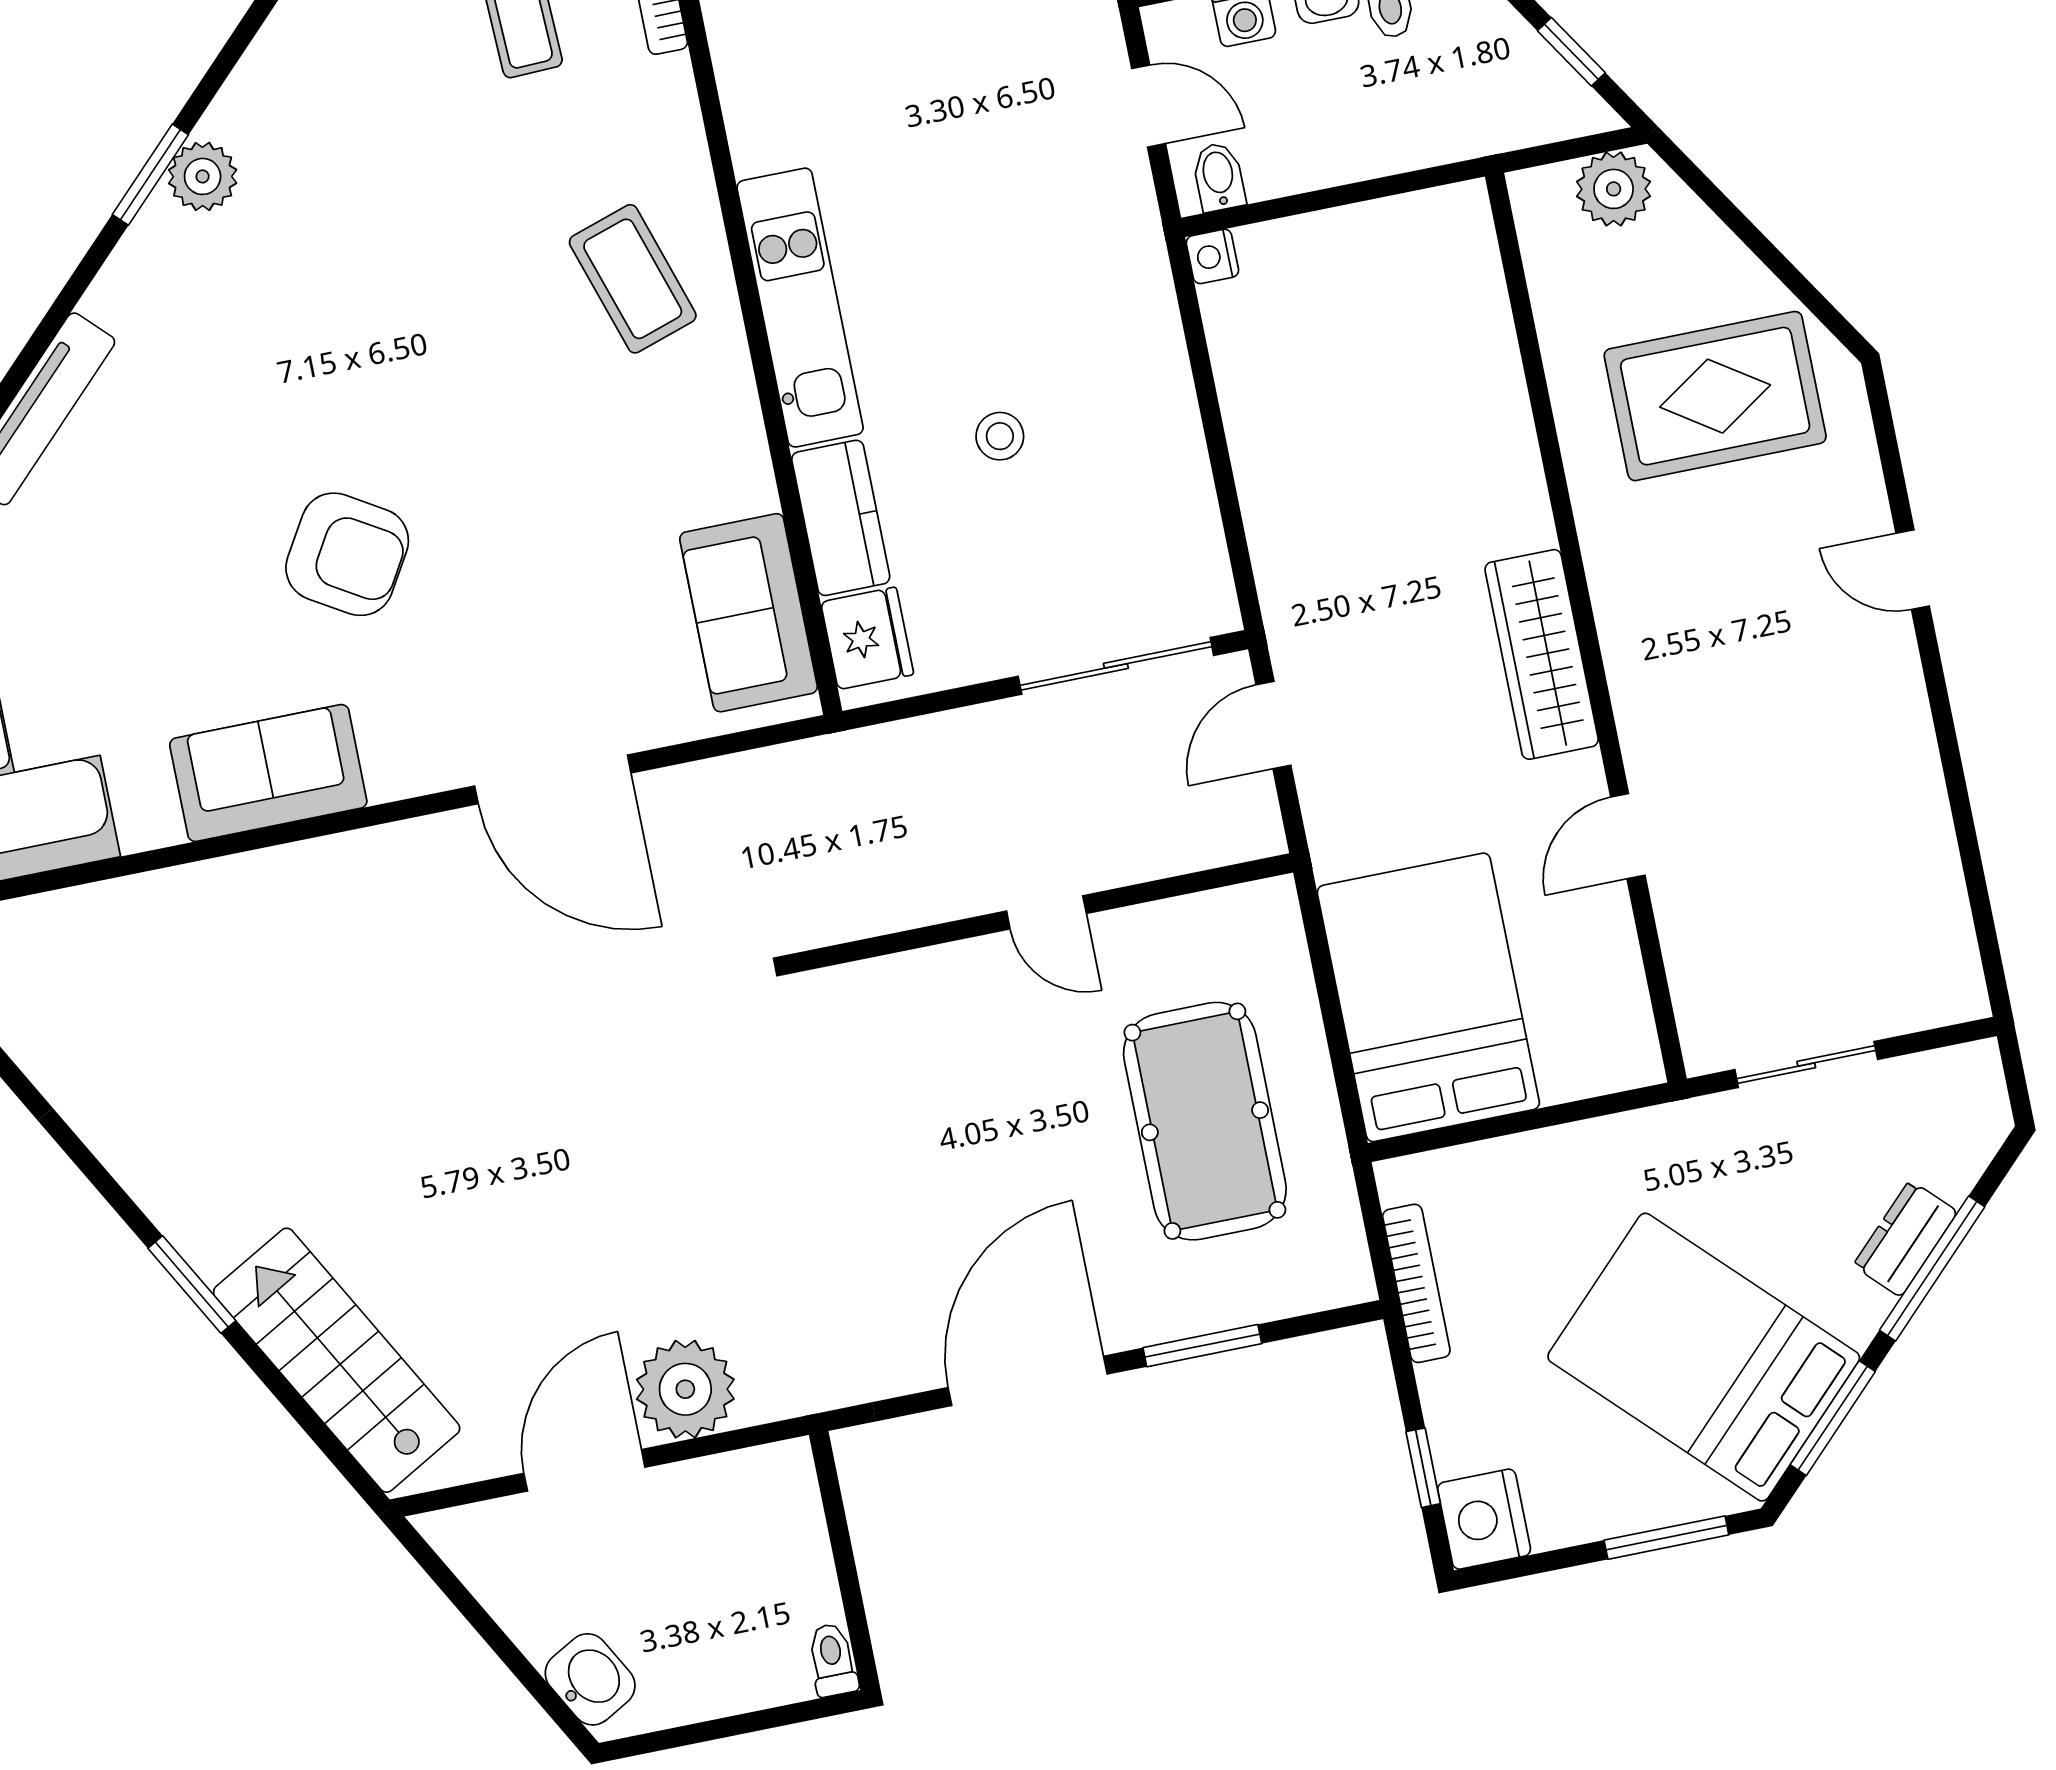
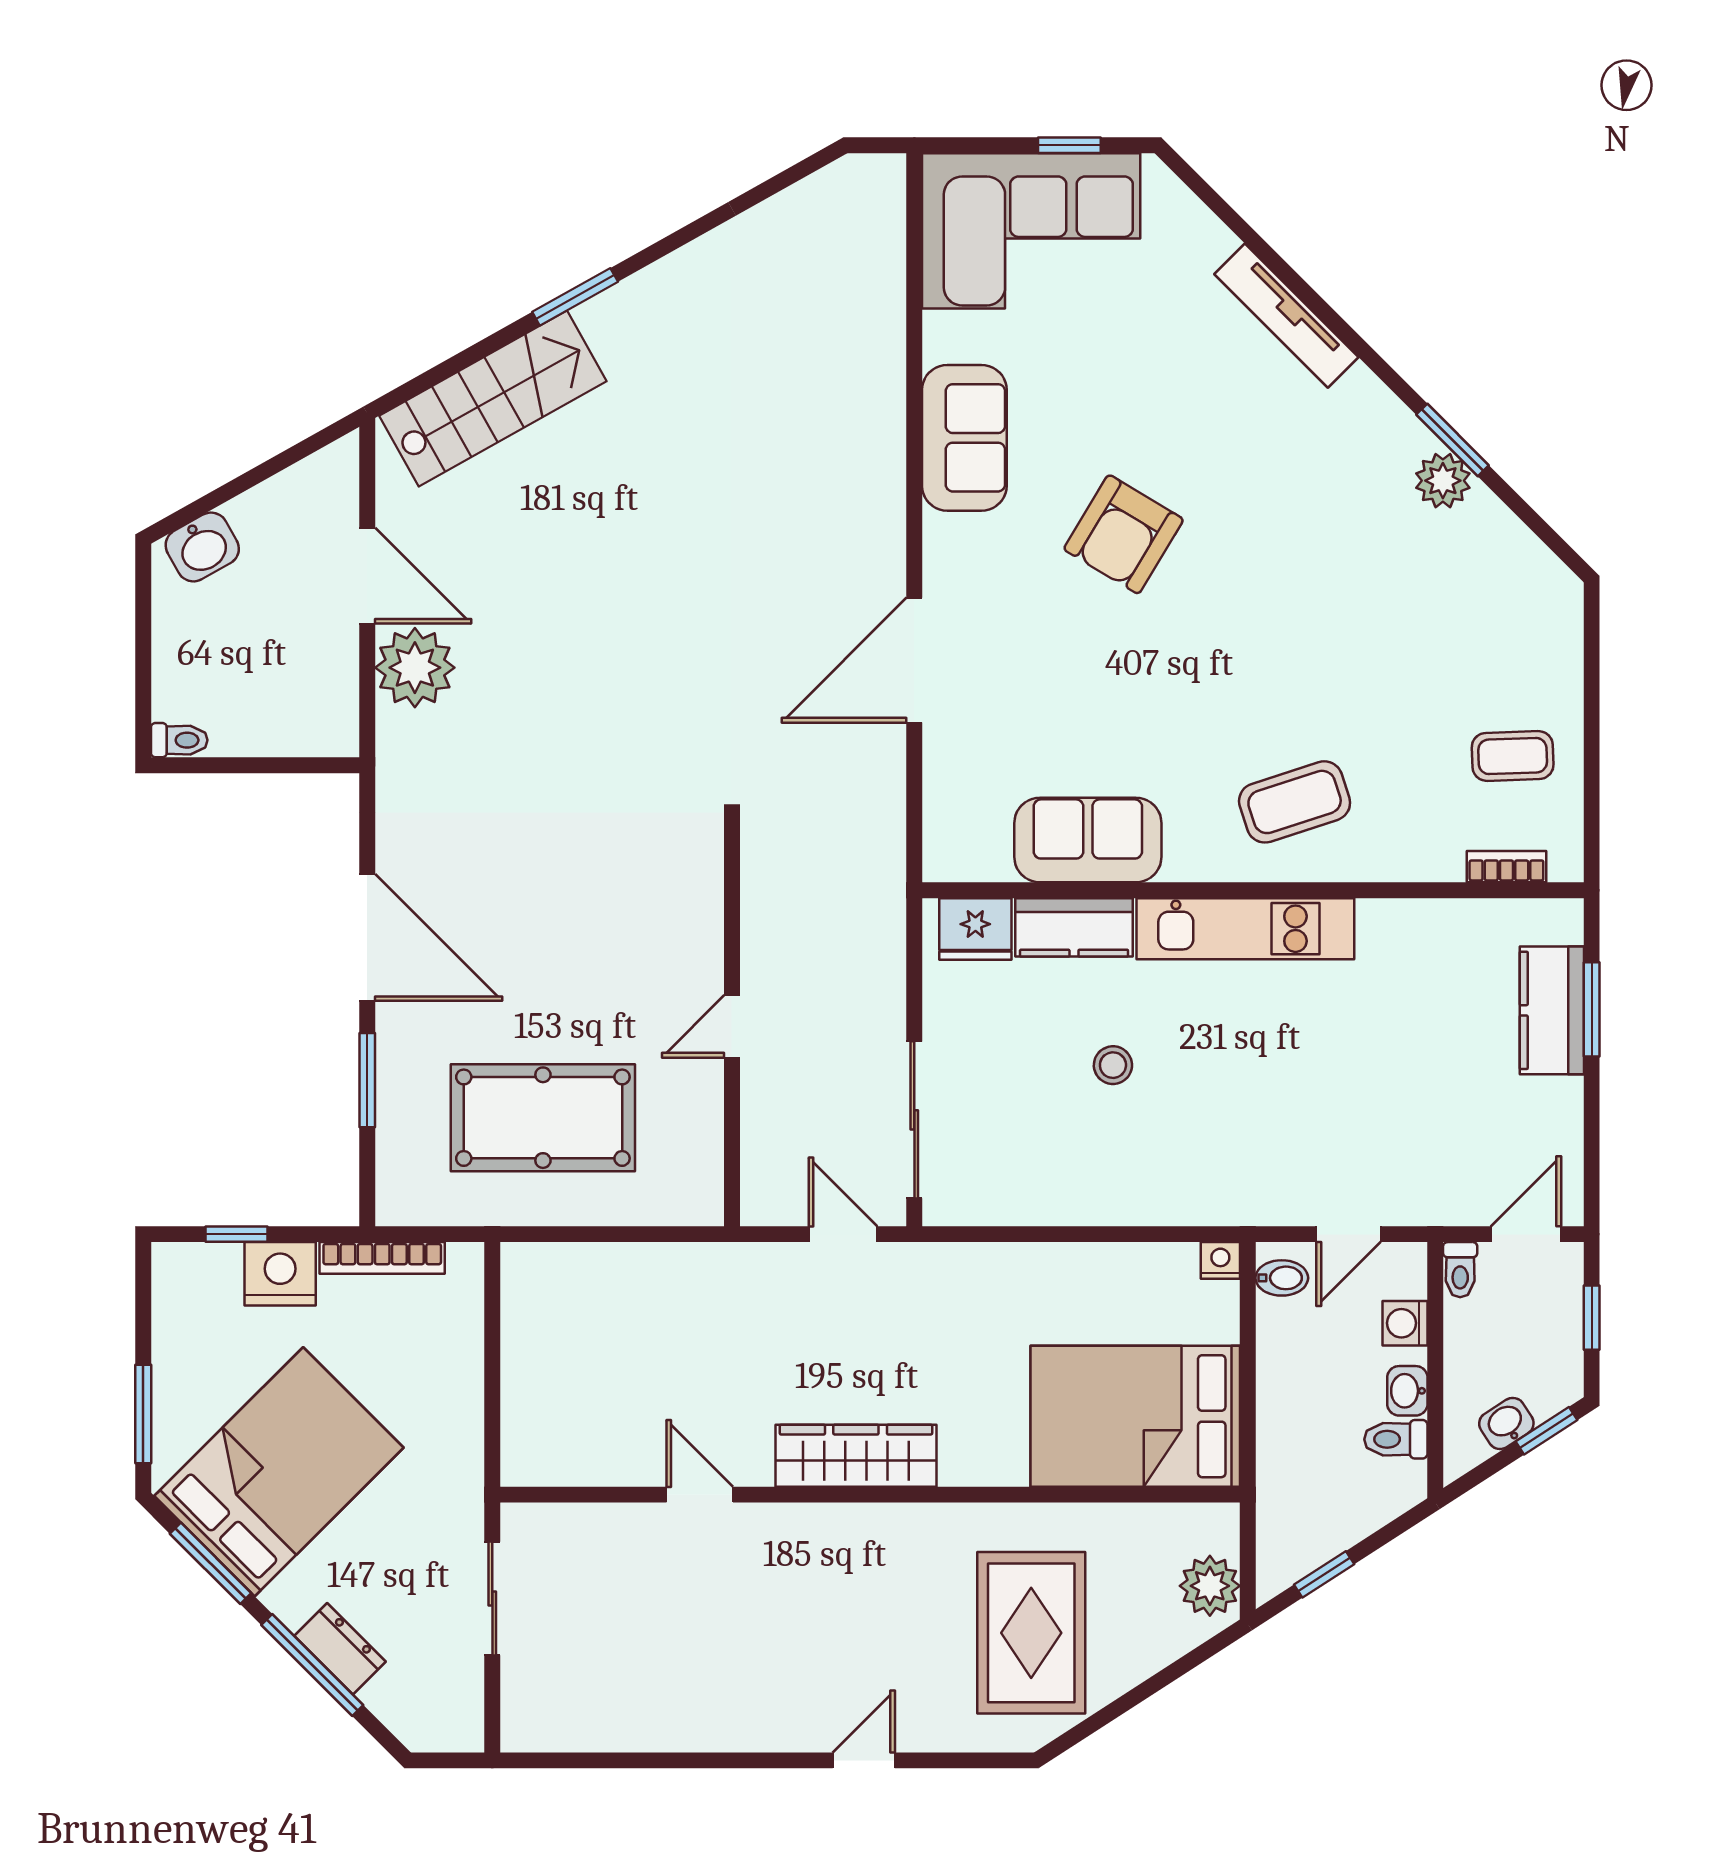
sofa: (749, 613) -> (1088, 840), moved
bed: (1428, 997) -> (1135, 1416), moved, turned 180
nightstand: (1484, 1519) -> (280, 1274), moved

